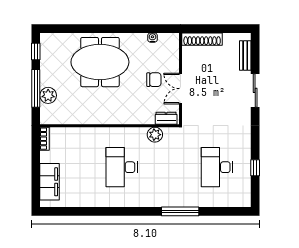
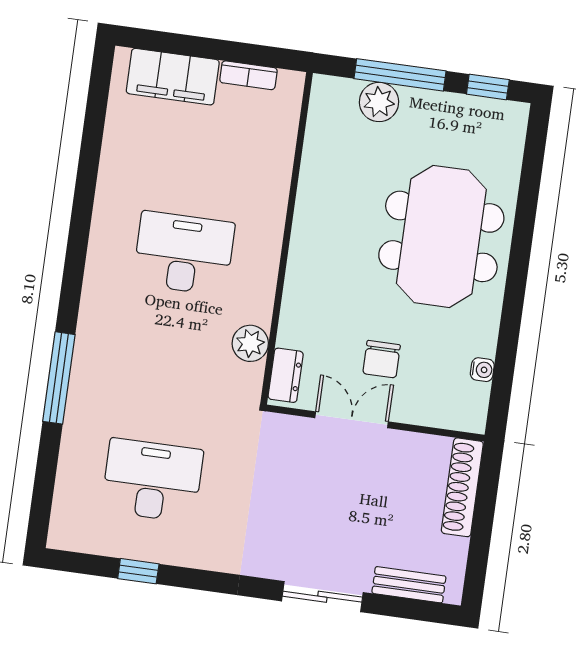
bookcase: (45, 139) -> (248, 75), moved

